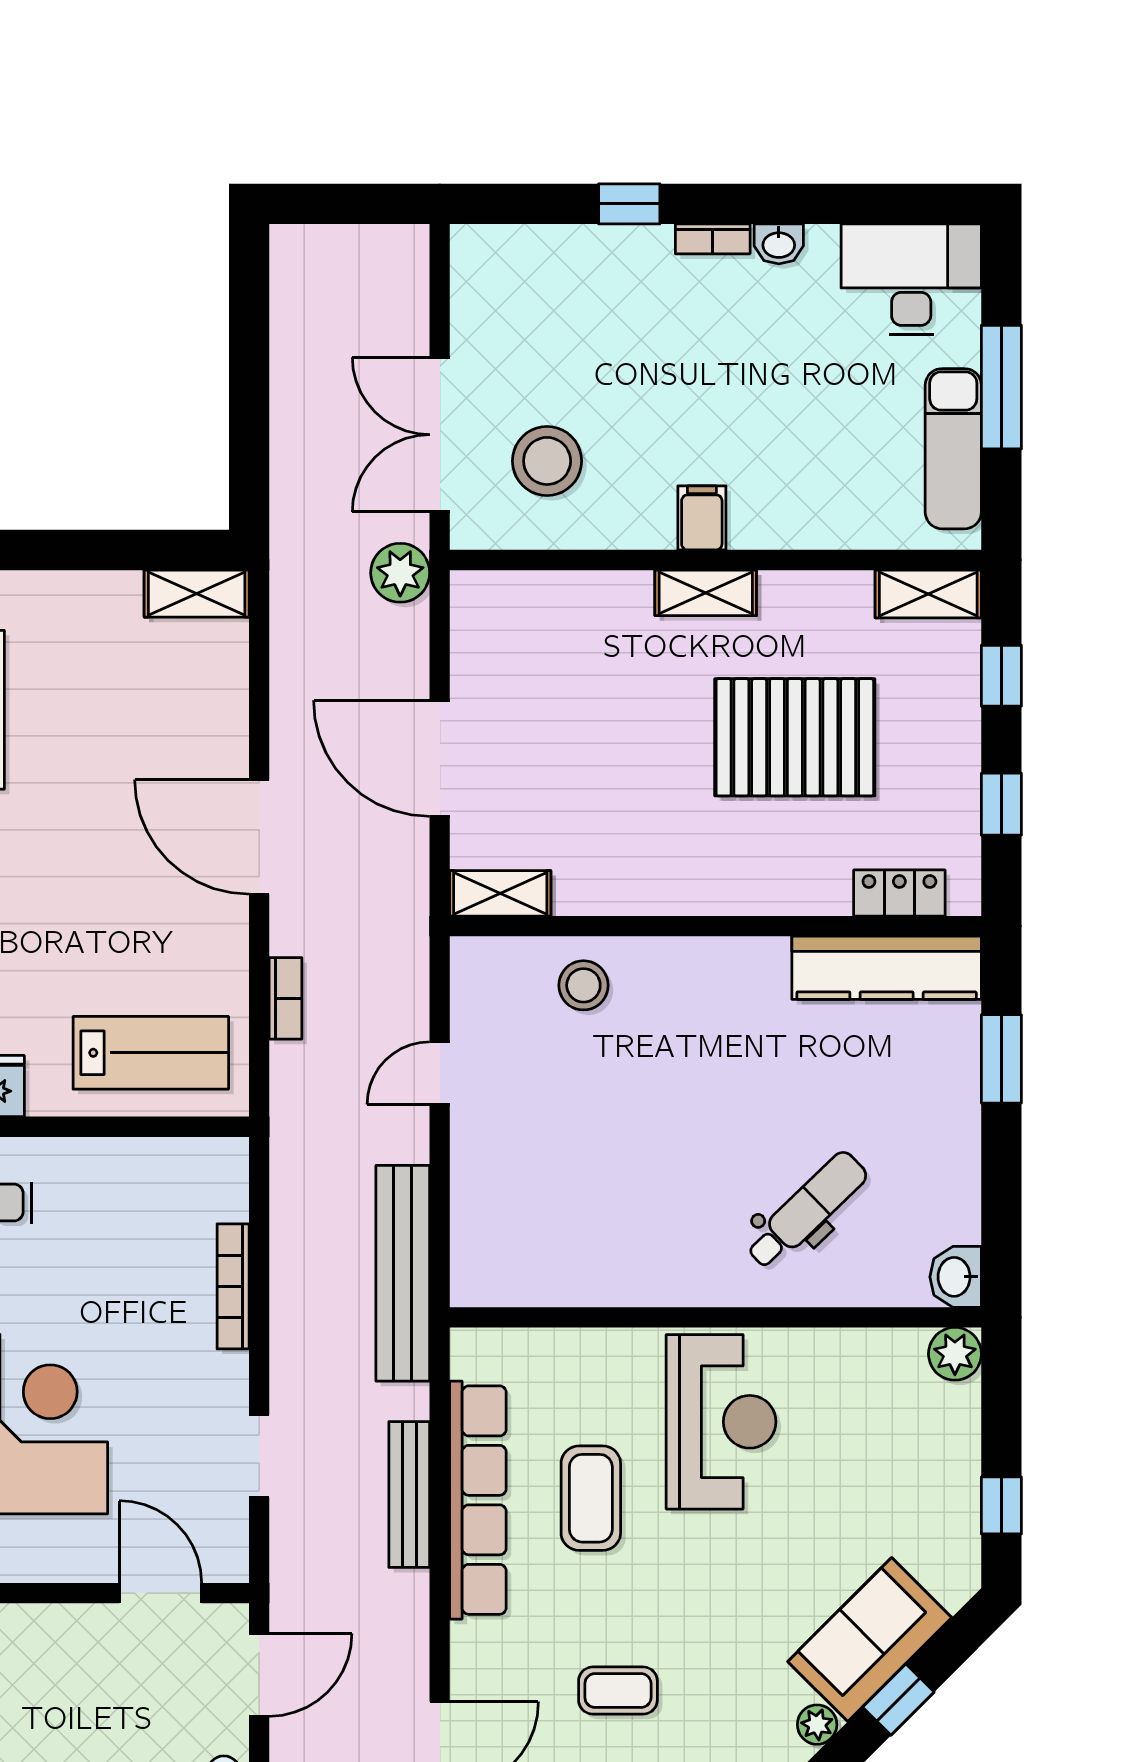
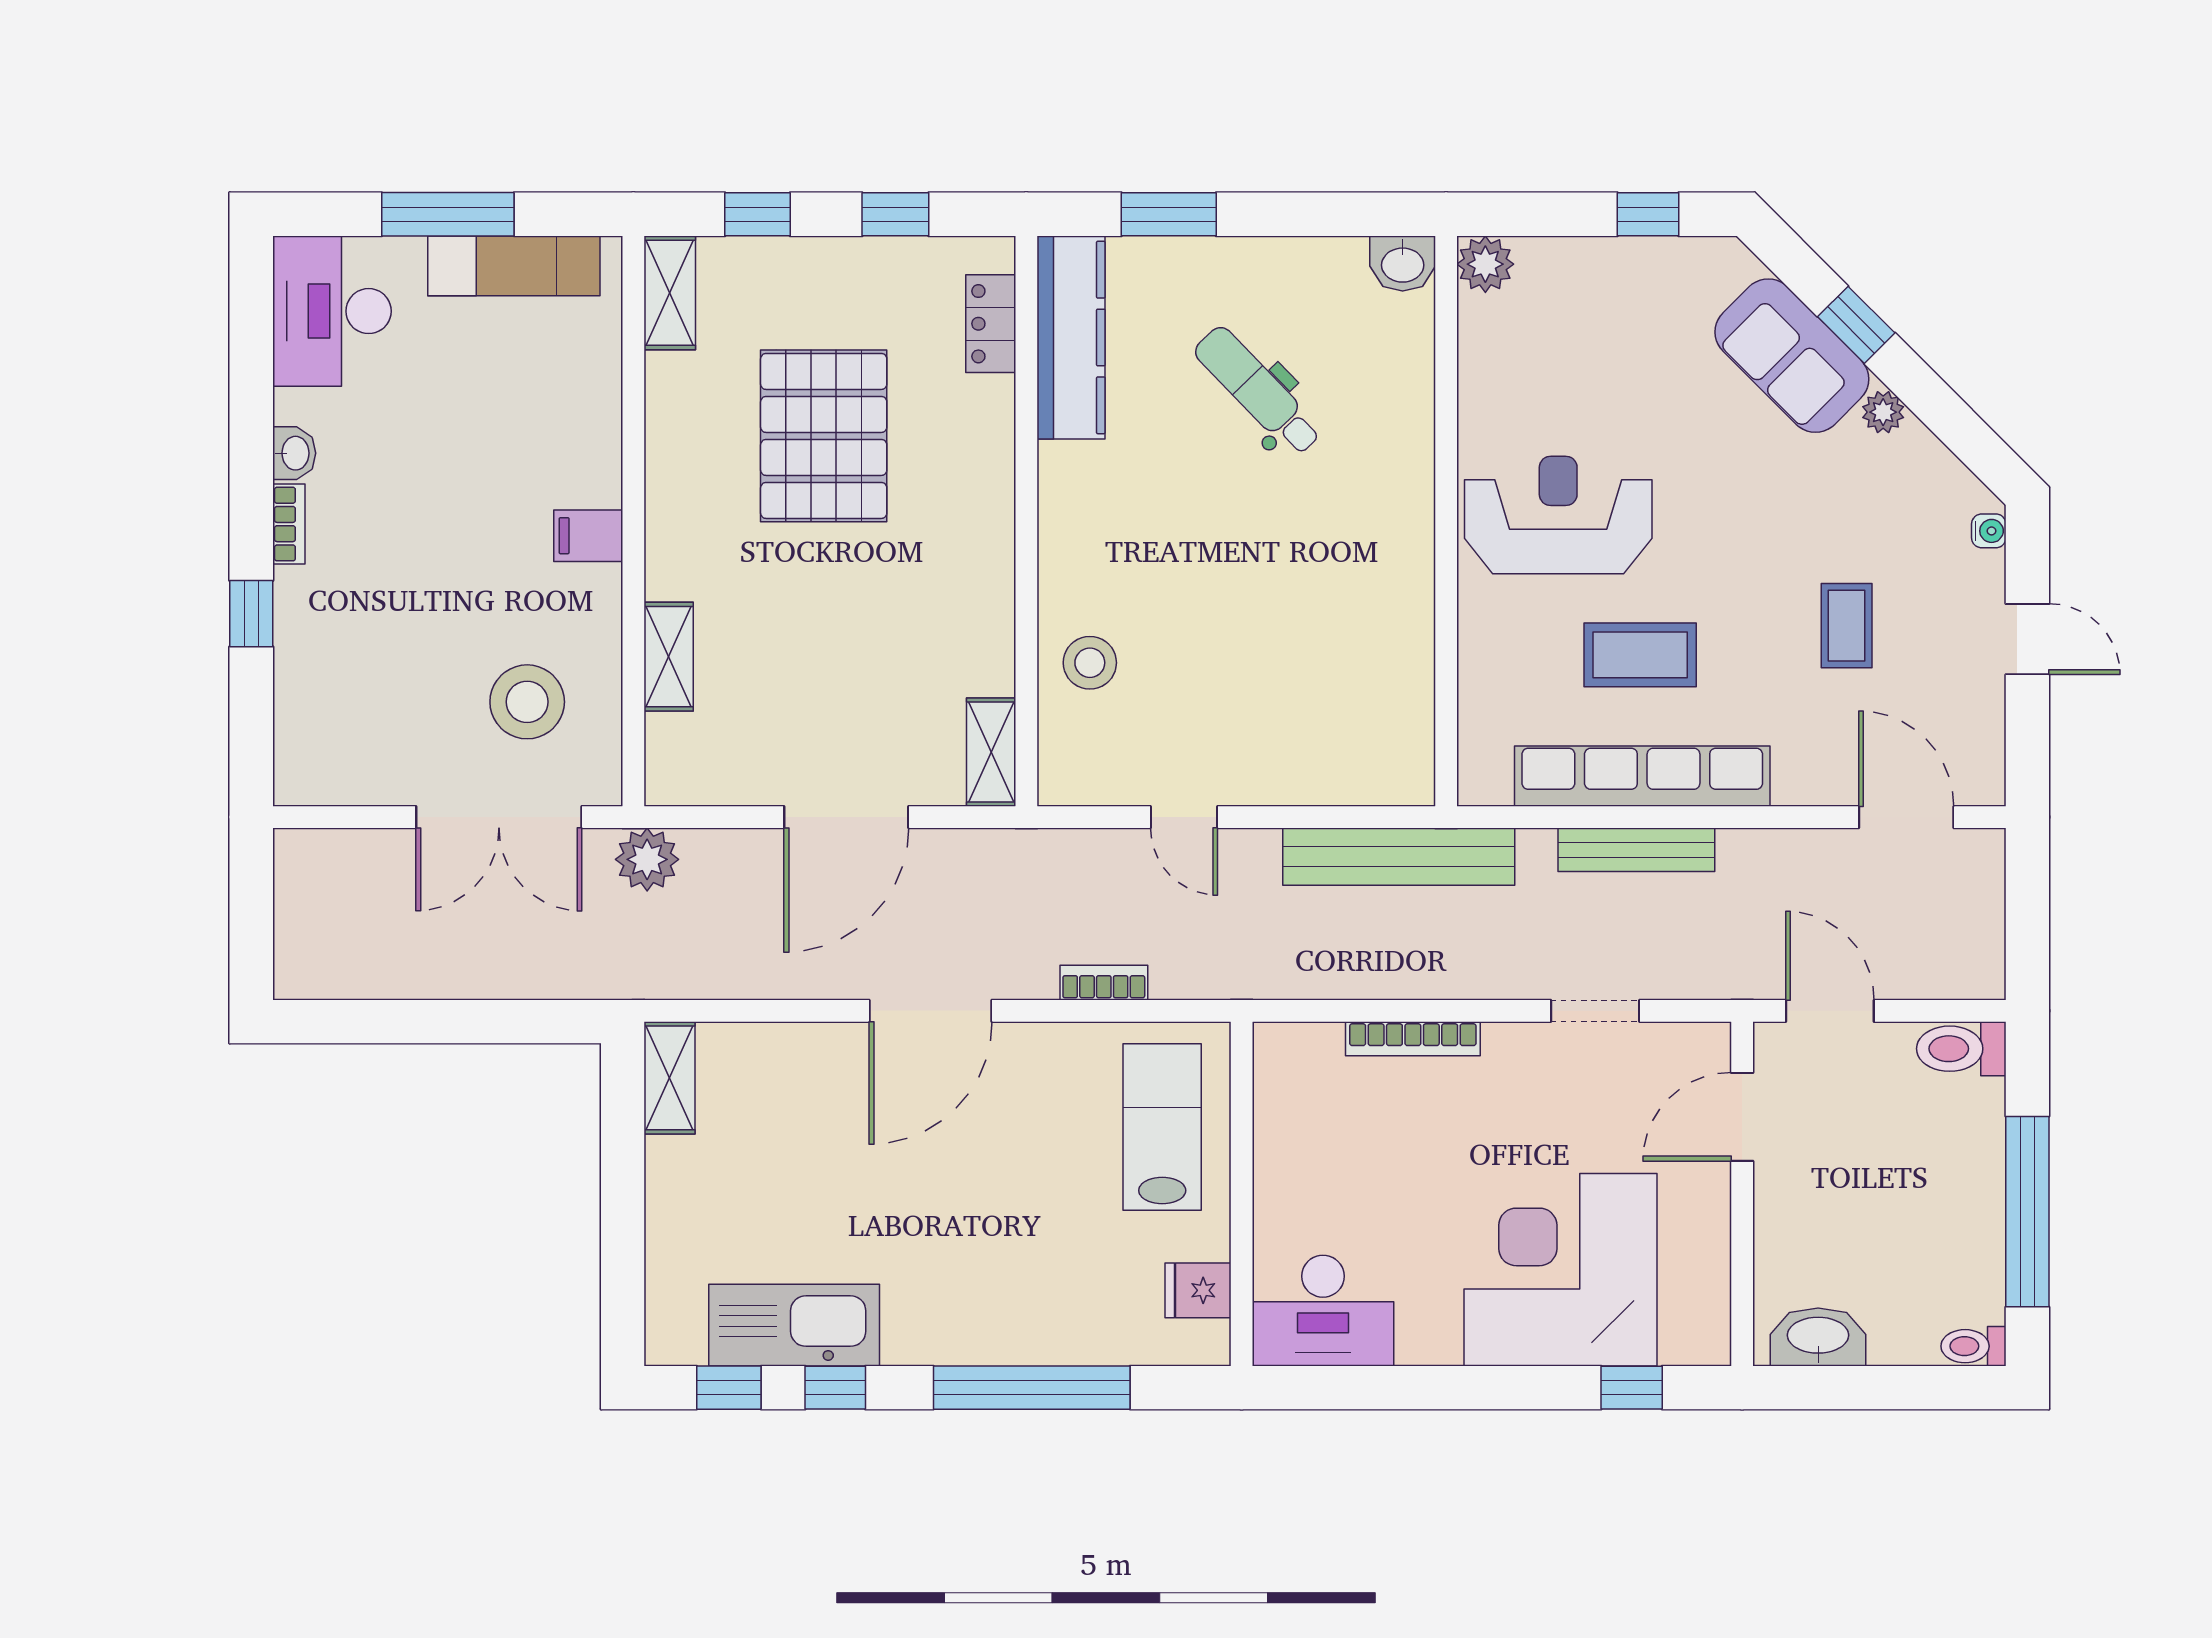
shelving: (706, 593) -> (669, 657), moved
dental chair: (806, 1210) -> (1258, 391), moved

